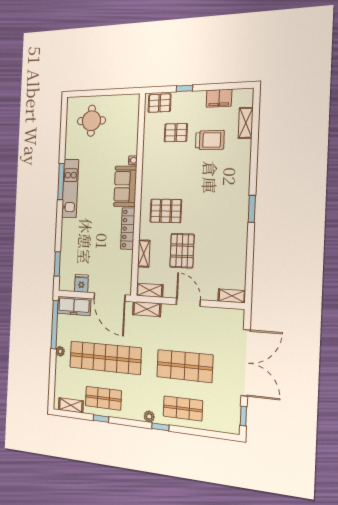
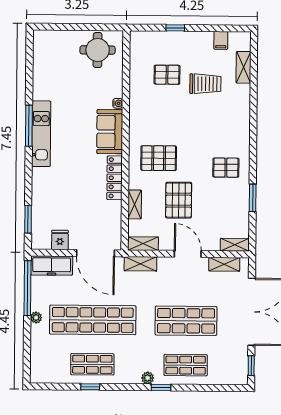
filing cabinet: (219, 98) -> (221, 40), width x0.50
pallet: (159, 103) -> (226, 168), moved
round table: (91, 121) -> (98, 50), moved
window: (252, 209) -> (253, 198), moved
shelving: (71, 405) -> (224, 264), moved

